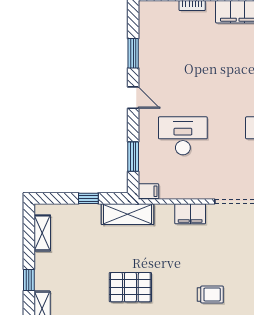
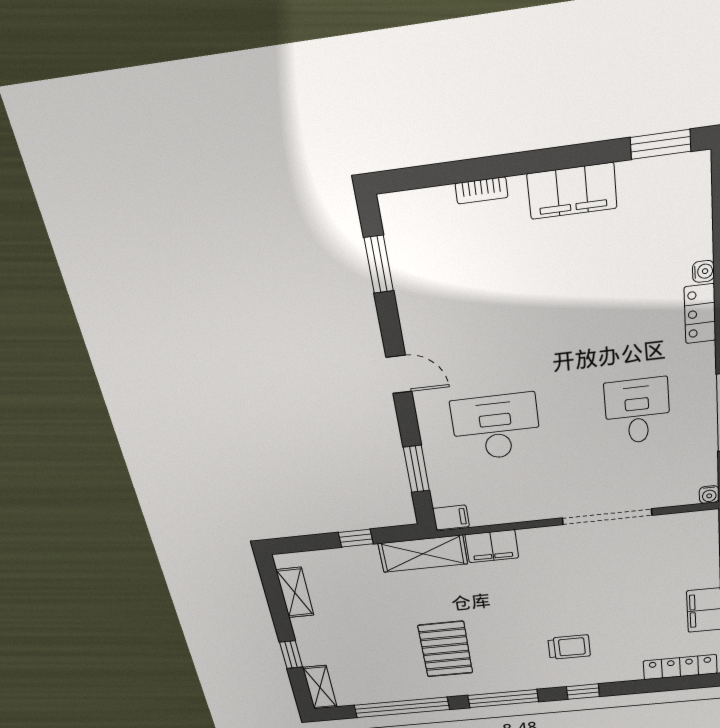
window: (133, 53) -> (379, 264), moved
filing cabinet: (190, 214) -> (492, 546), moved
pallet: (130, 287) -> (445, 649), turned 90

